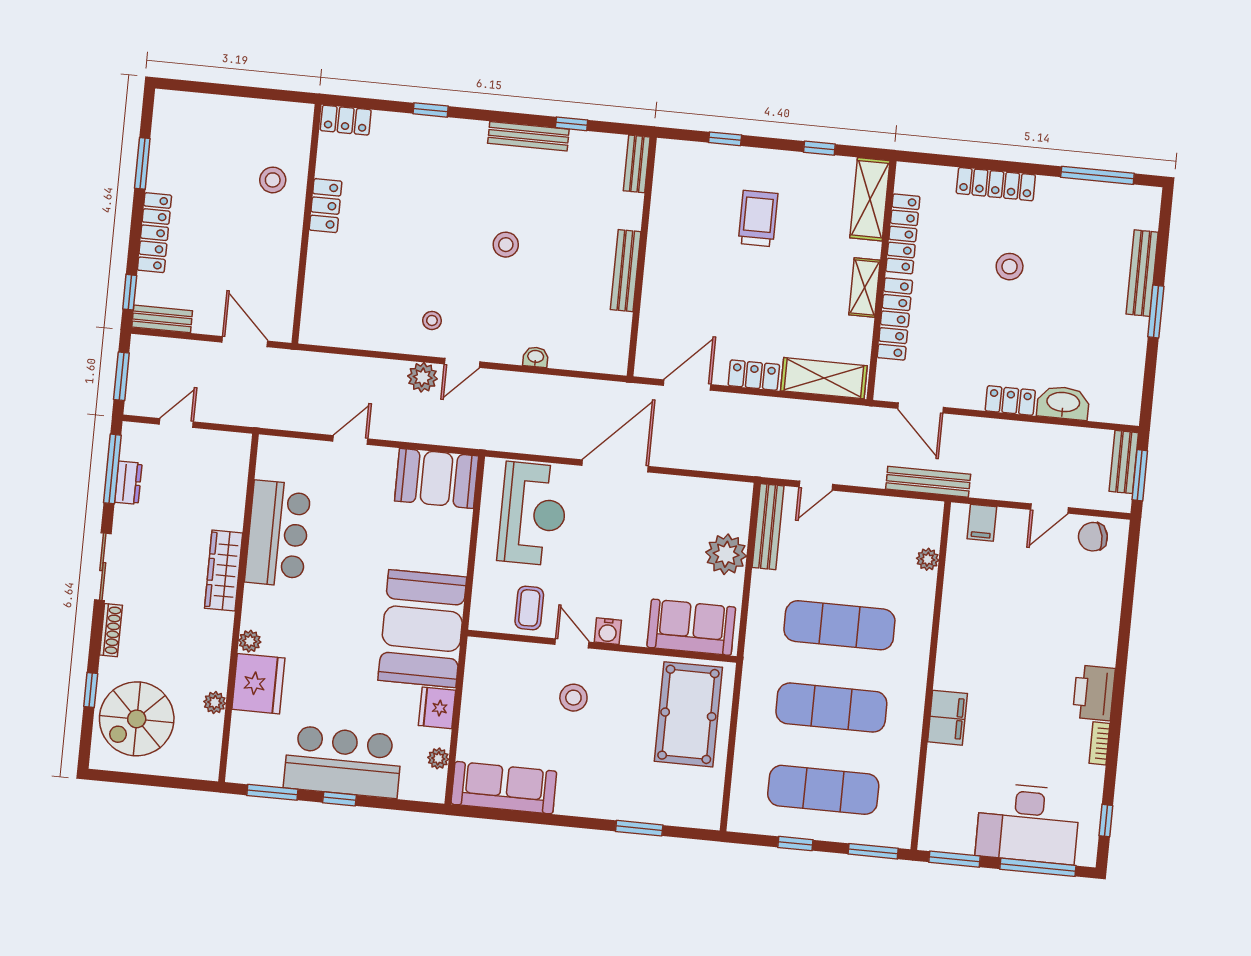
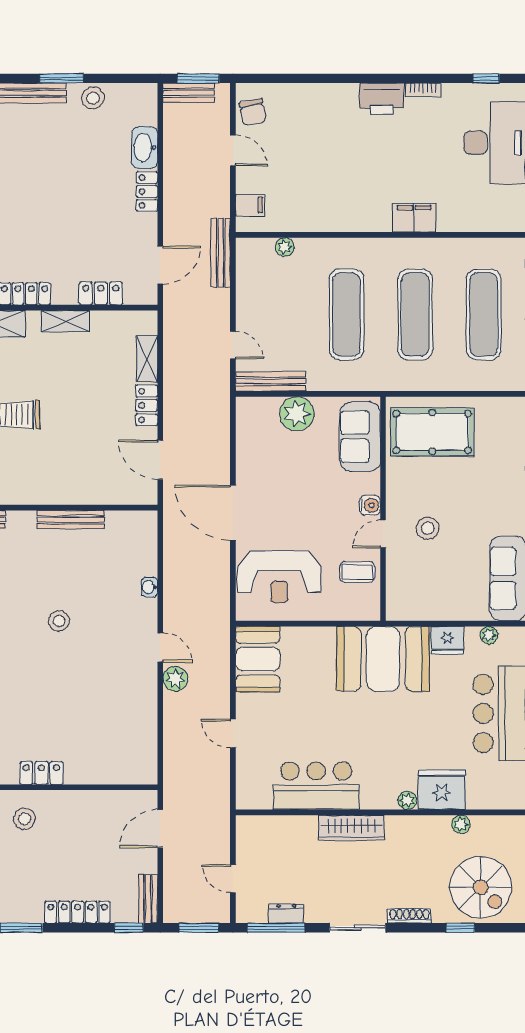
stool: (1010, 267) -> (93, 98), moved
locker: (895, 319) -> (101, 293), width x0.66
stool: (432, 320) -> (128, 676), removed
shelving: (824, 378) -> (147, 359), width x0.67, depth x0.75
reception desk: (533, 514) -> (279, 577), turned 180

